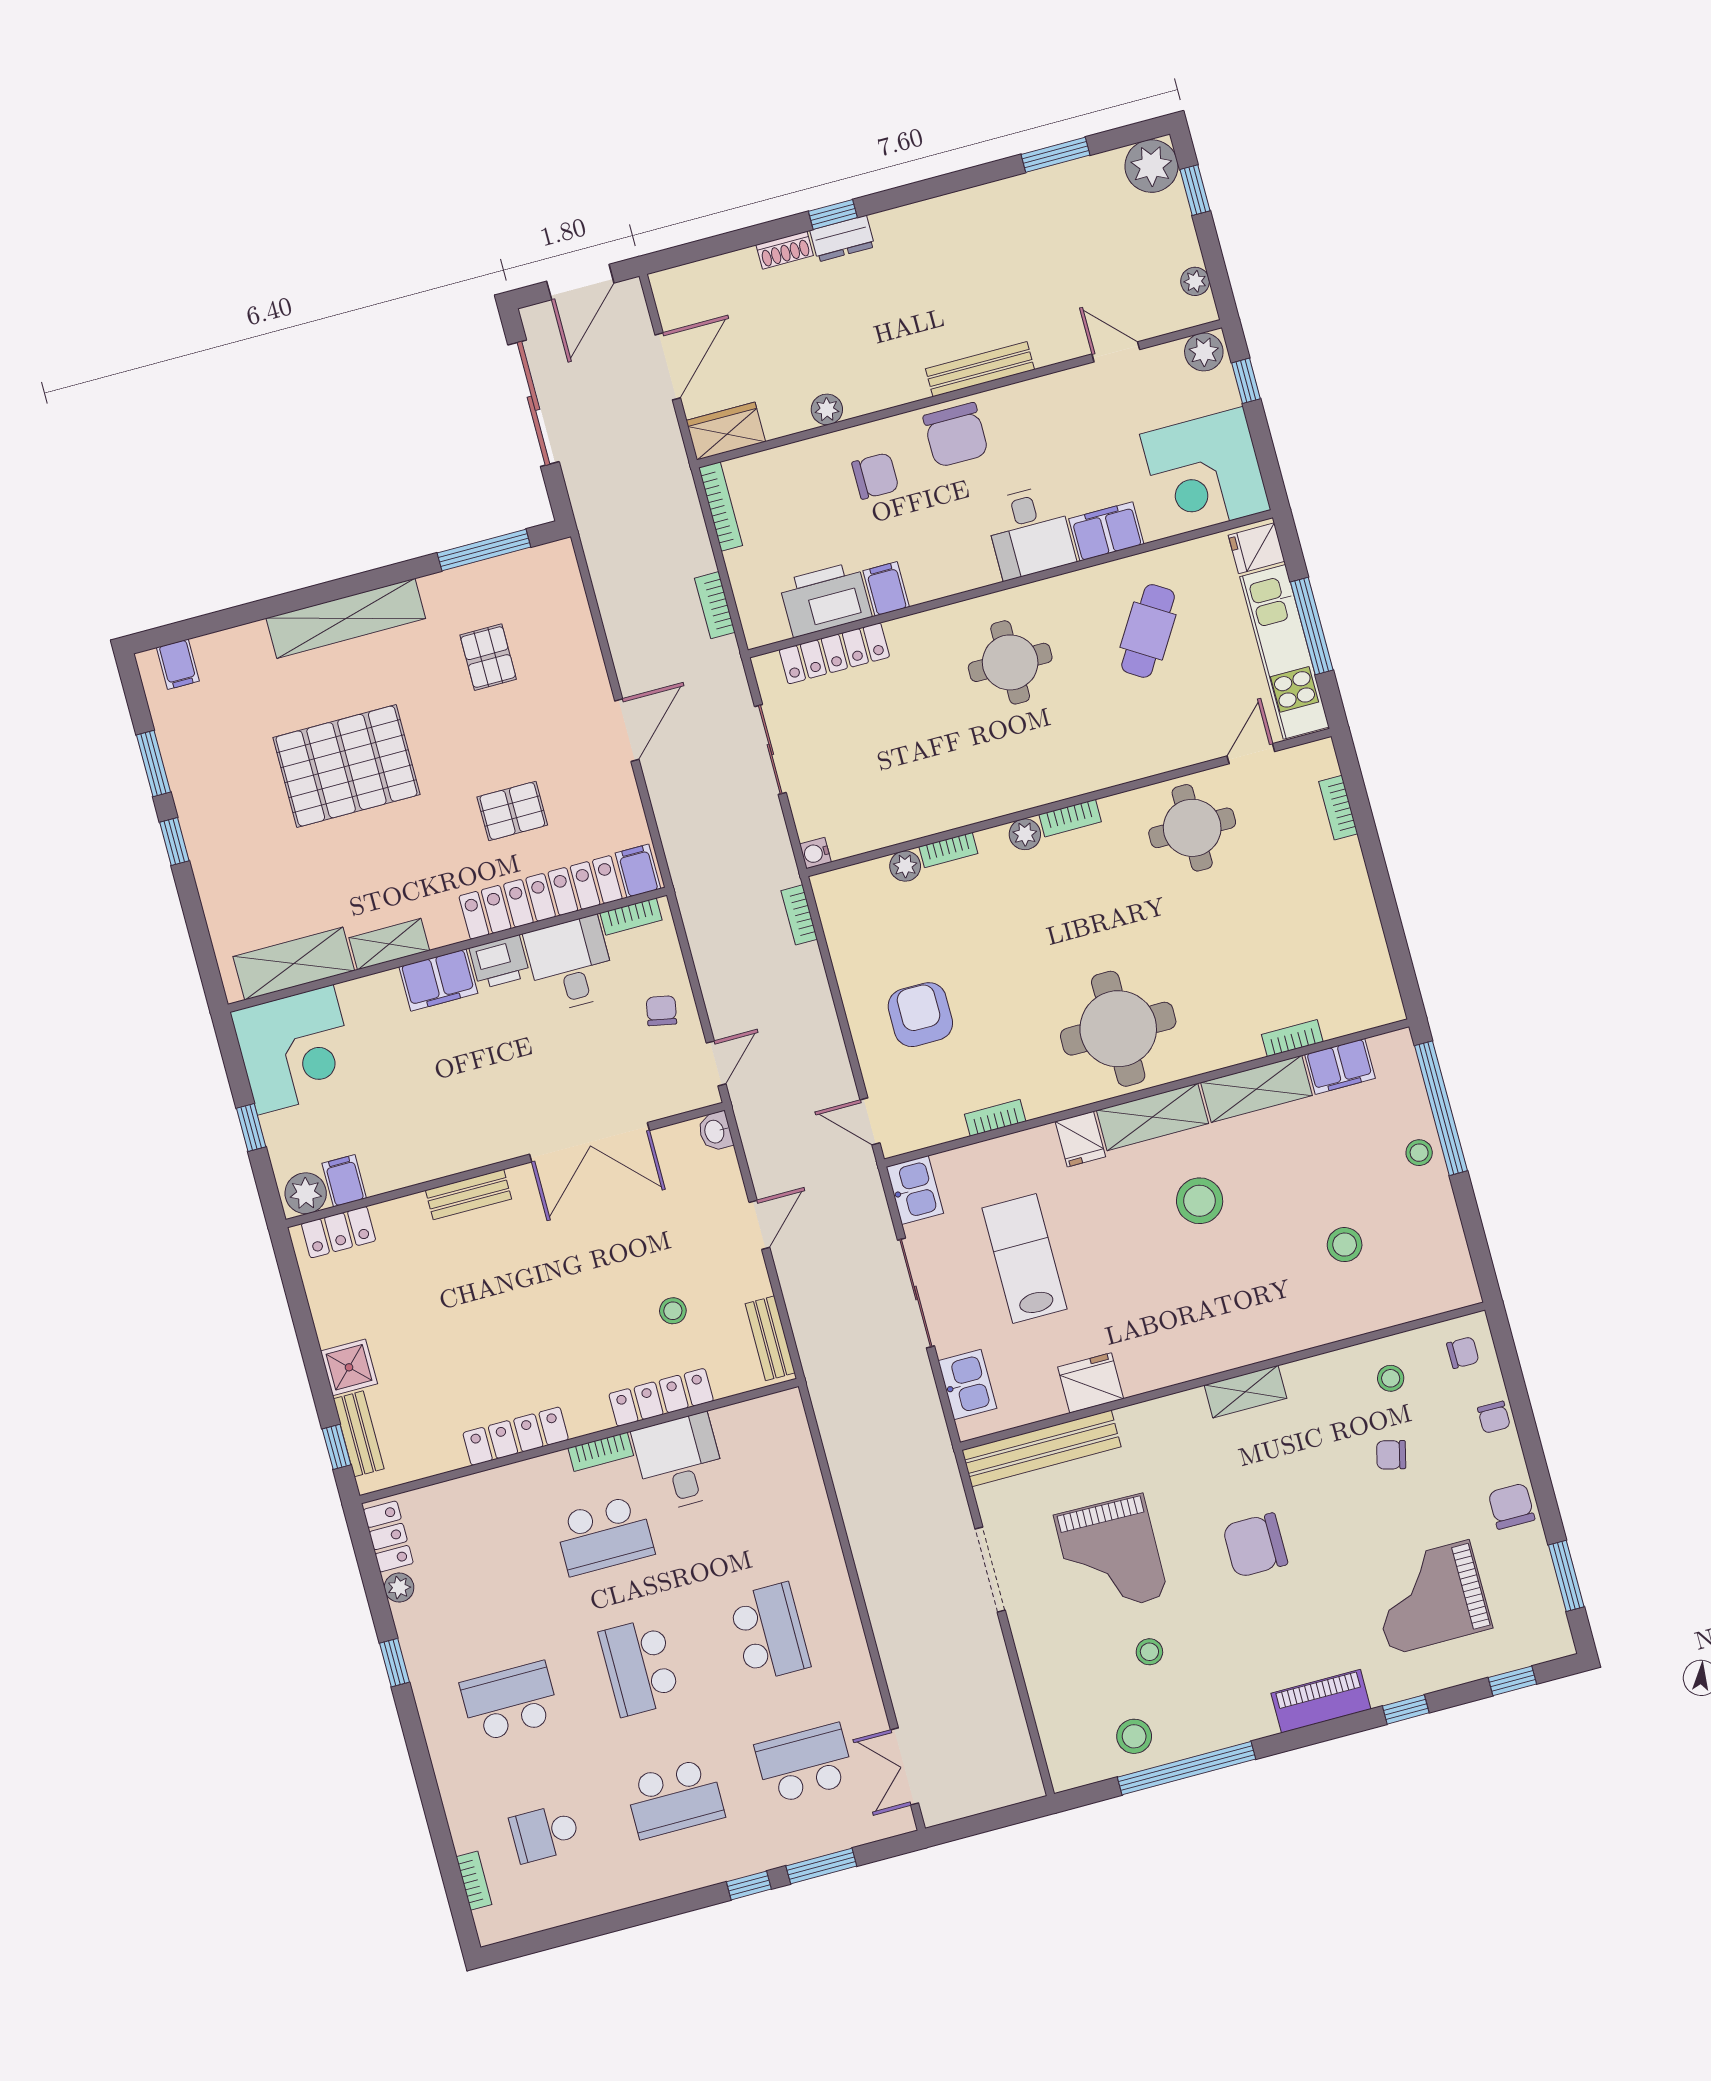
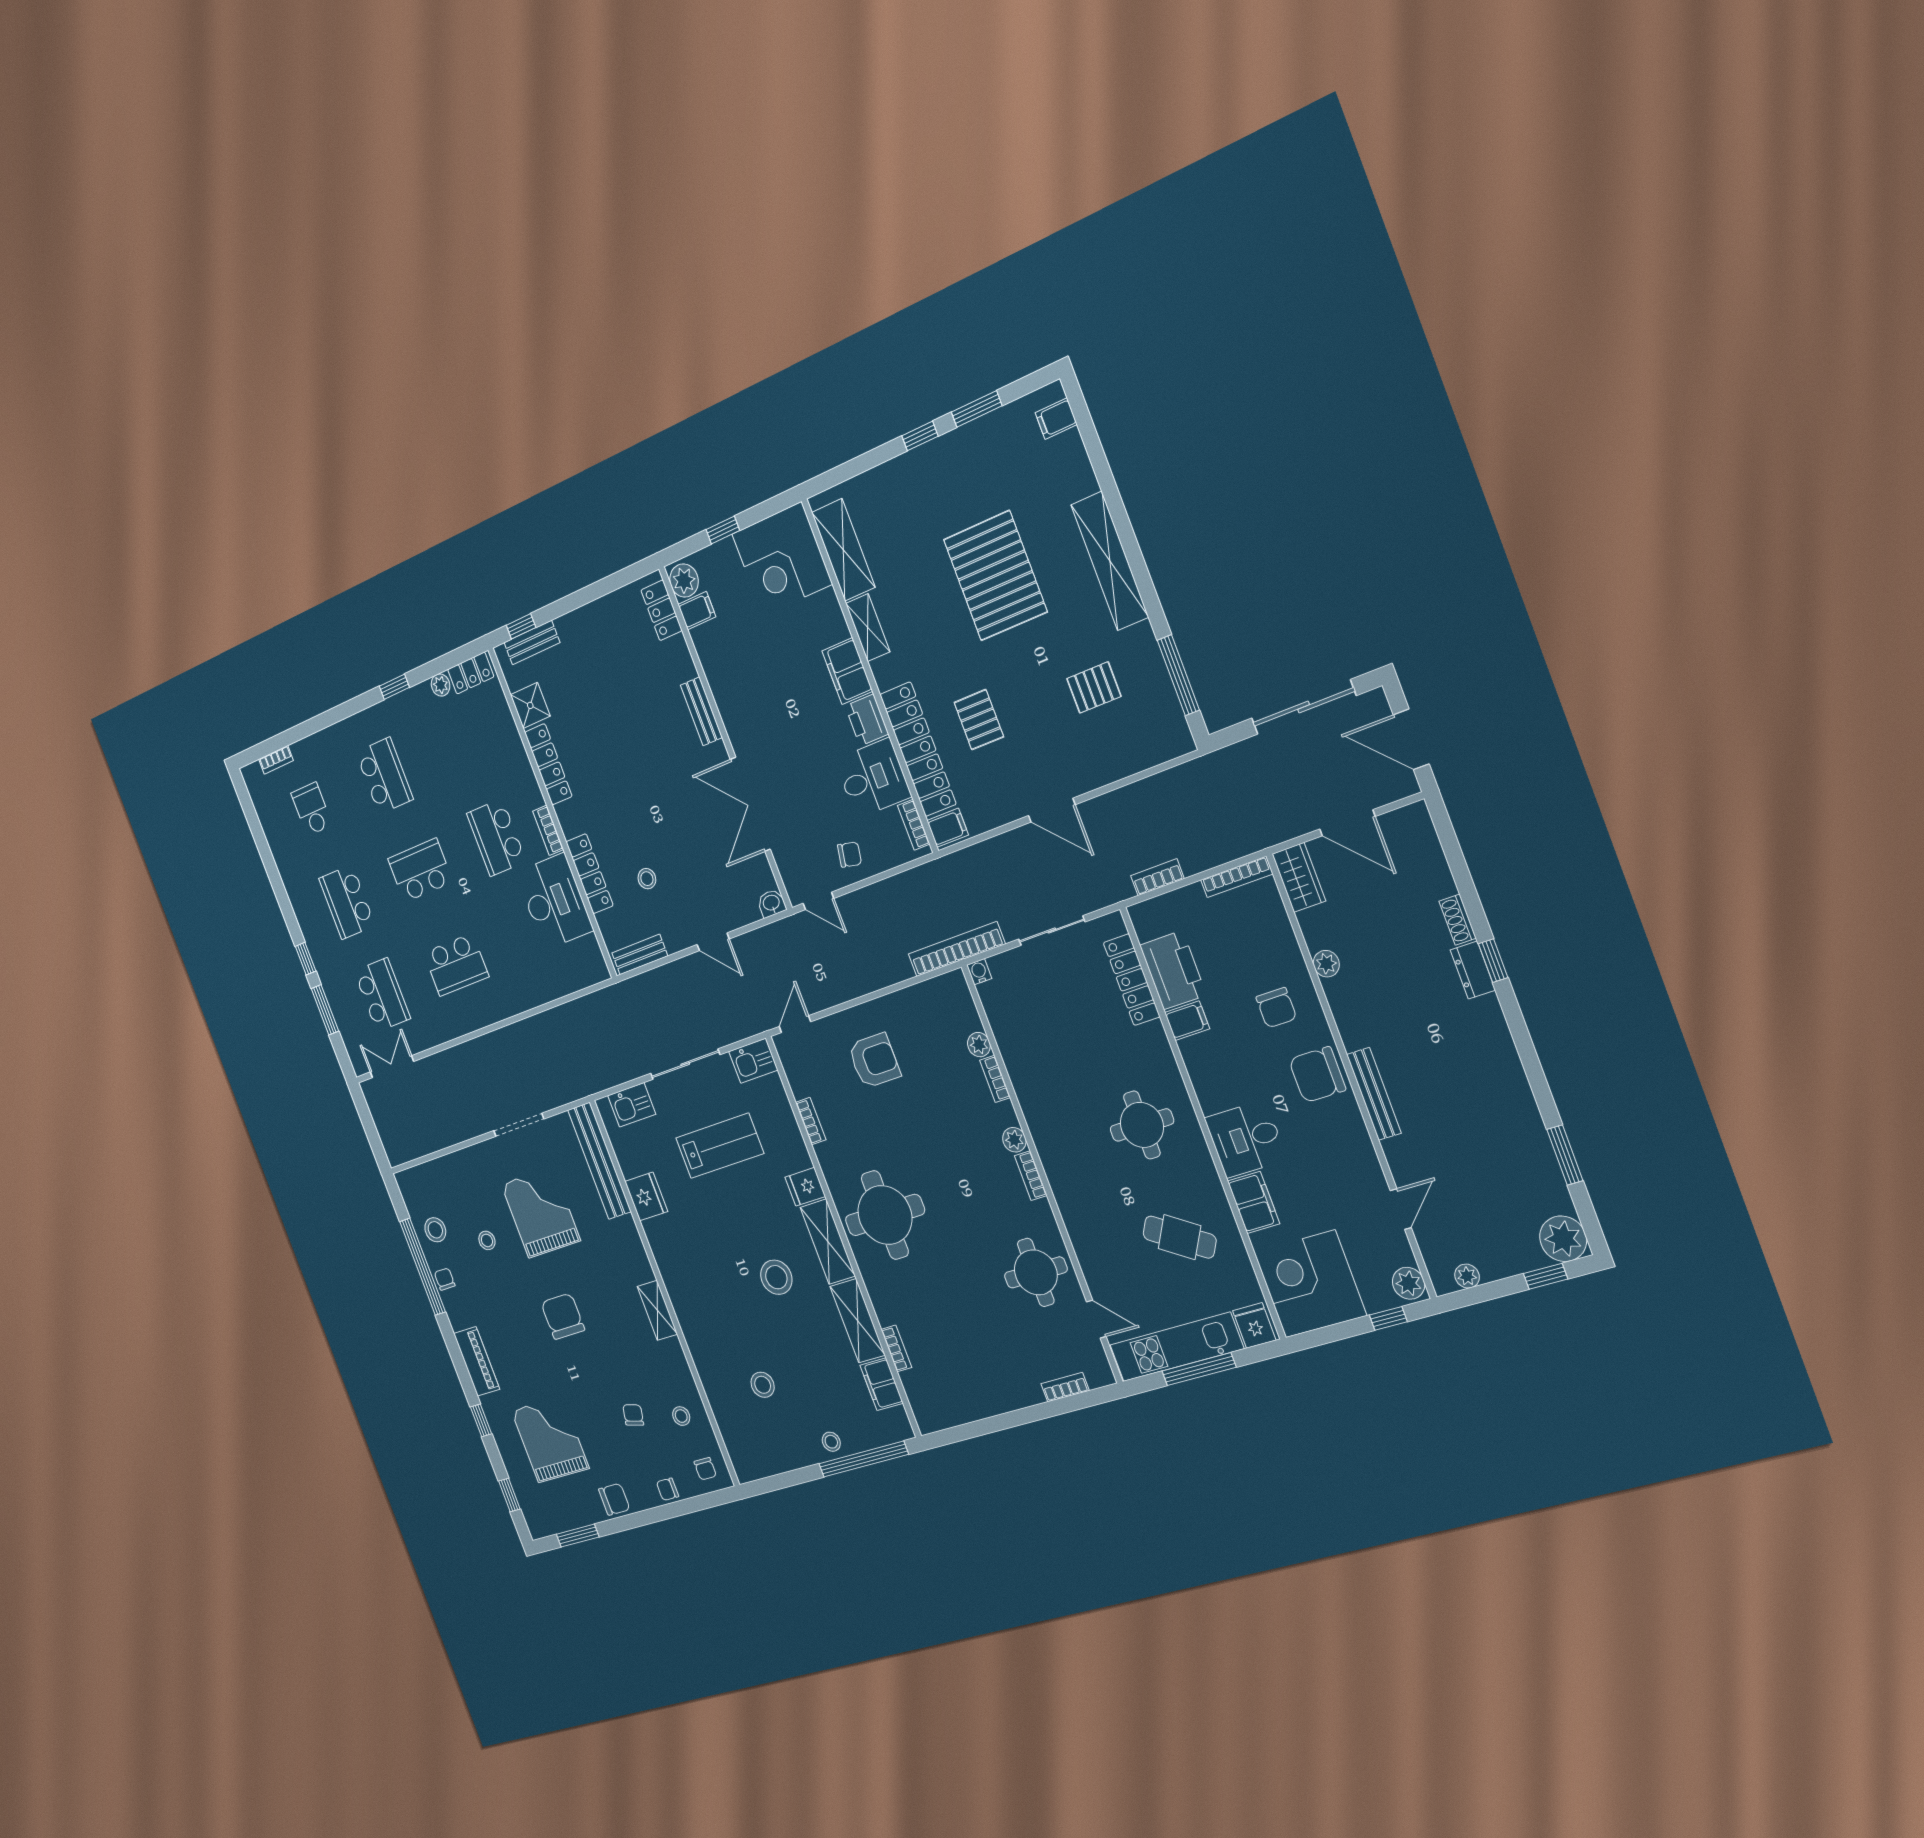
bookcase: (799, 915) -> (956, 949), width x2.31, depth x1.31
shower: (349, 1367) -> (530, 705), moved
desk: (680, 1462) -> (554, 901), width x1.37
grand piano: (1111, 1556) -> (541, 1212), turned 89
chair: (1204, 1734) -> (445, 1279), added

